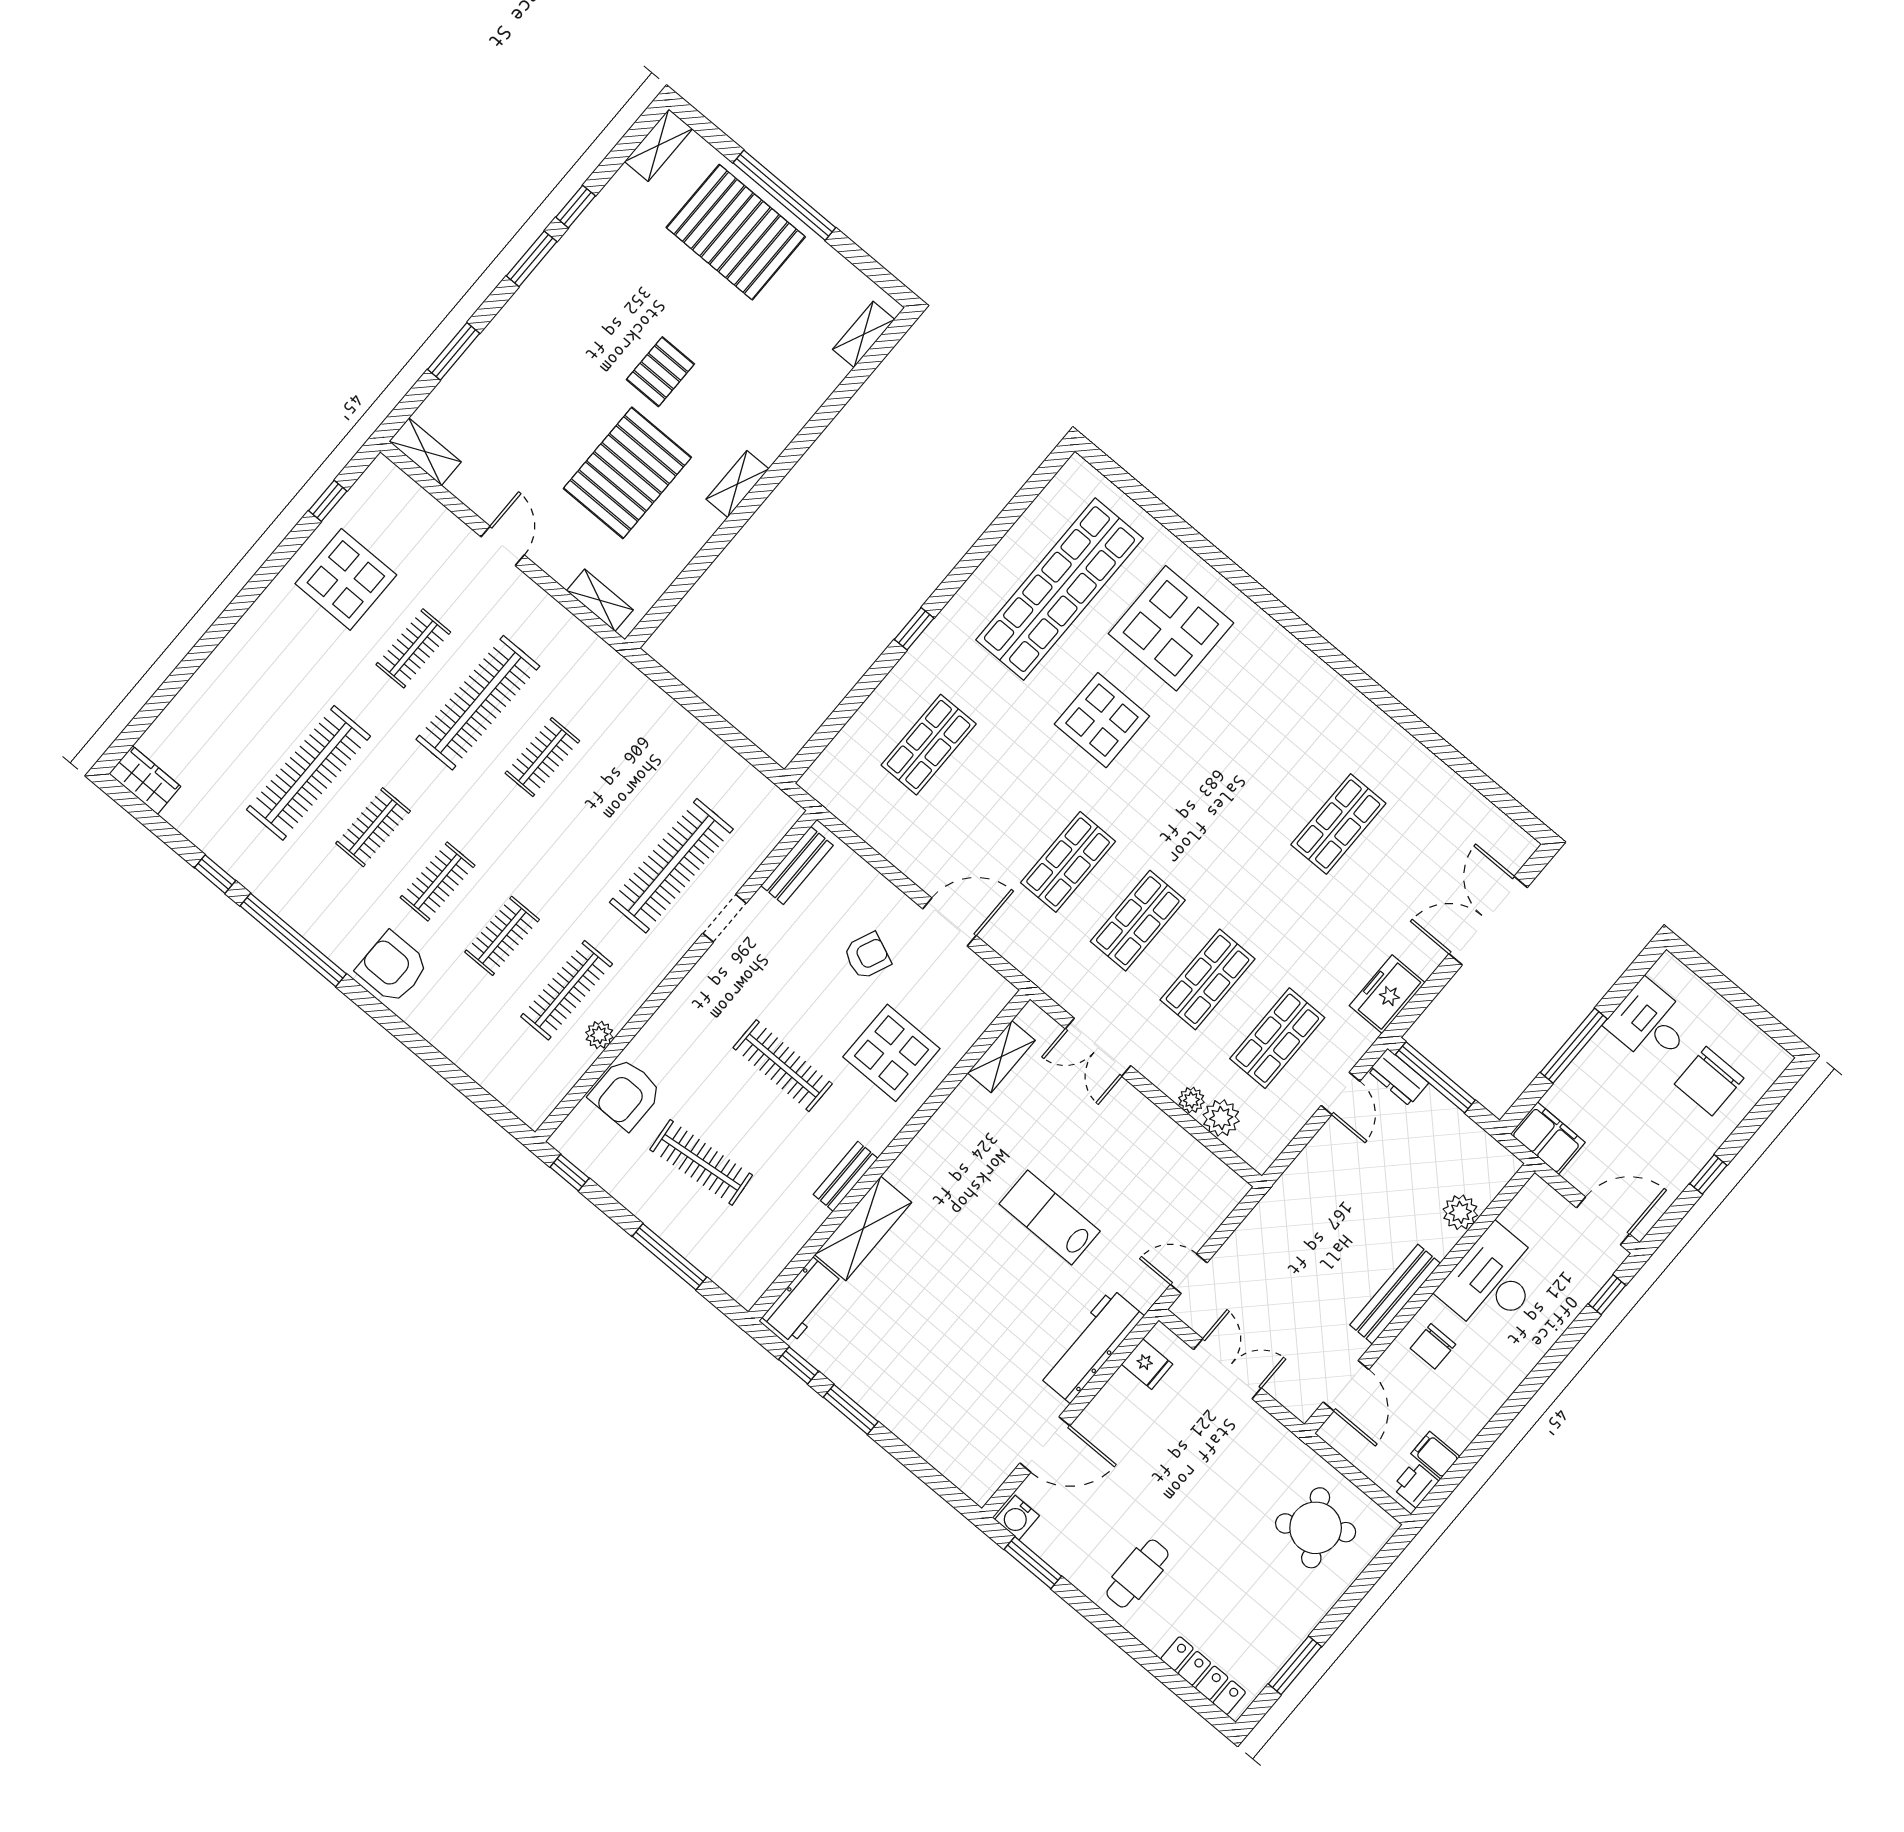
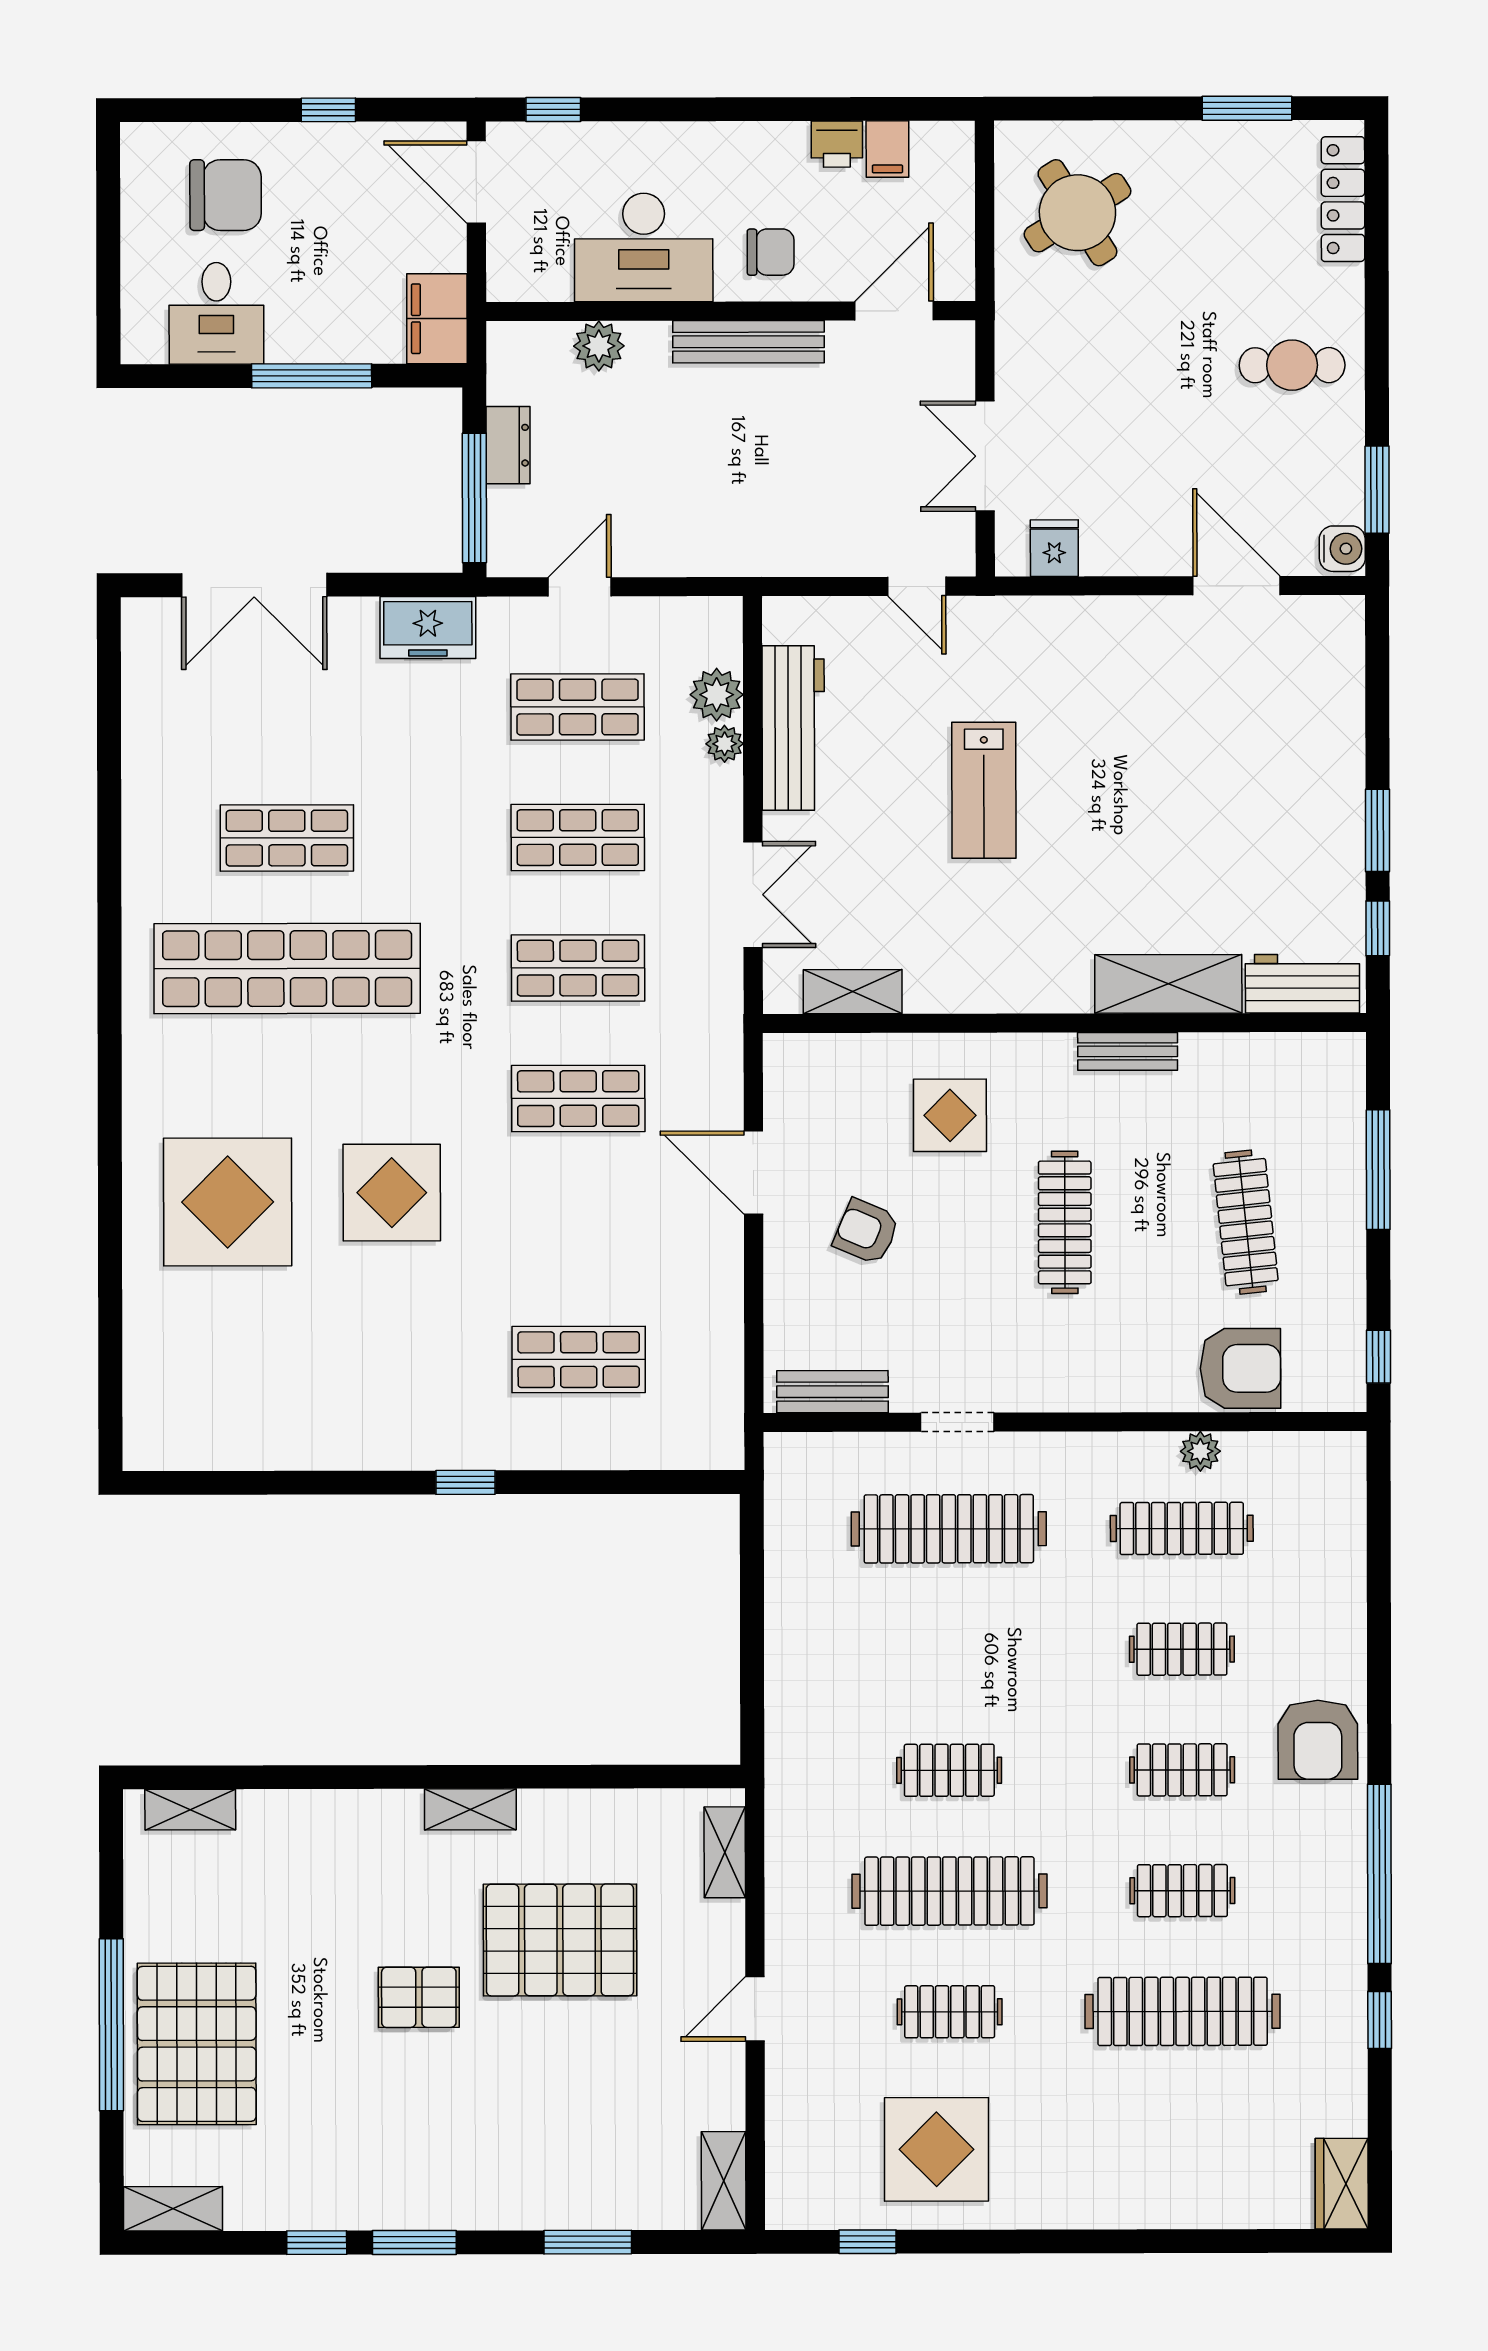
shop shelf: (1059, 589) -> (287, 969), moved
display table: (891, 1053) -> (950, 1115), width x0.73, depth x0.73
dresser: (1398, 1077) -> (508, 445), moved
workbench: (1091, 1346) -> (793, 728), moved, turned -90
printer: (1415, 1484) -> (837, 144), moved

